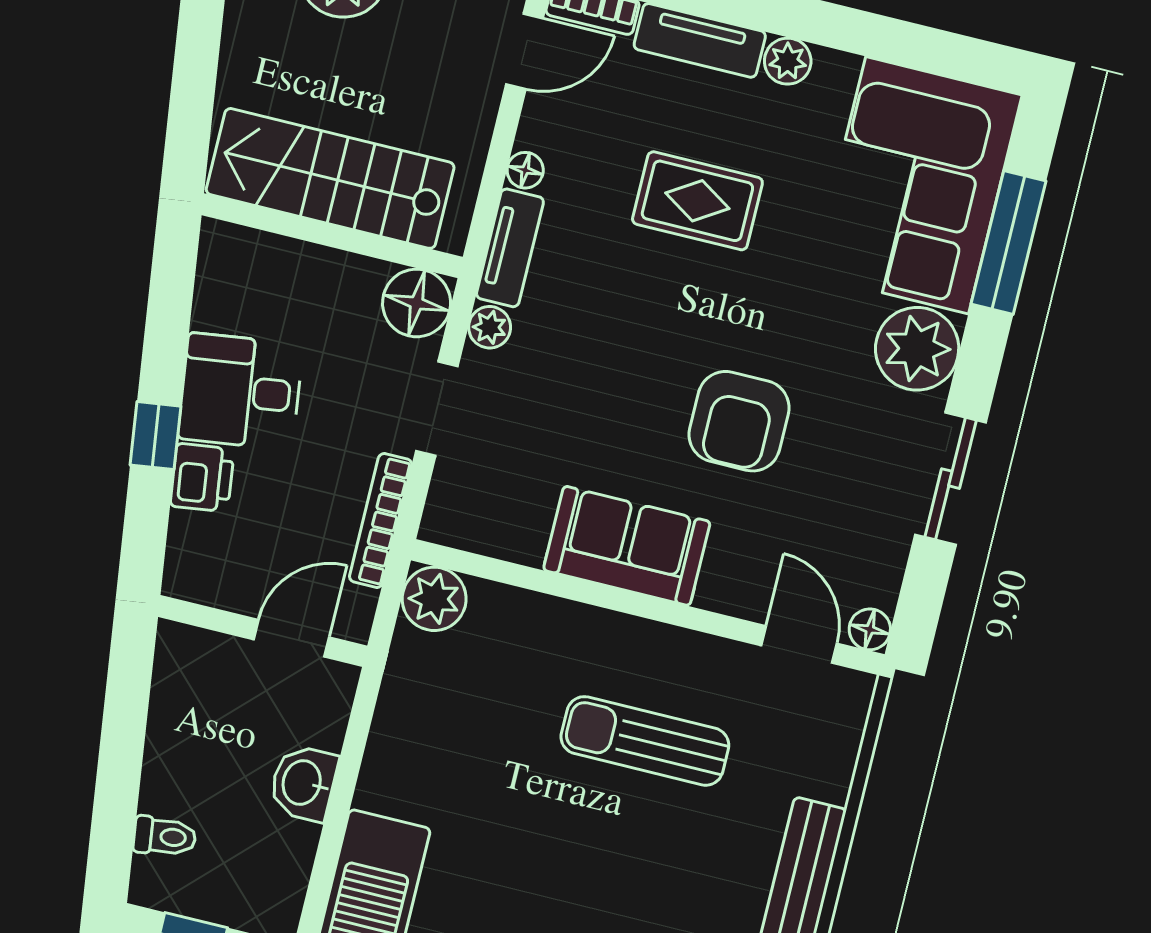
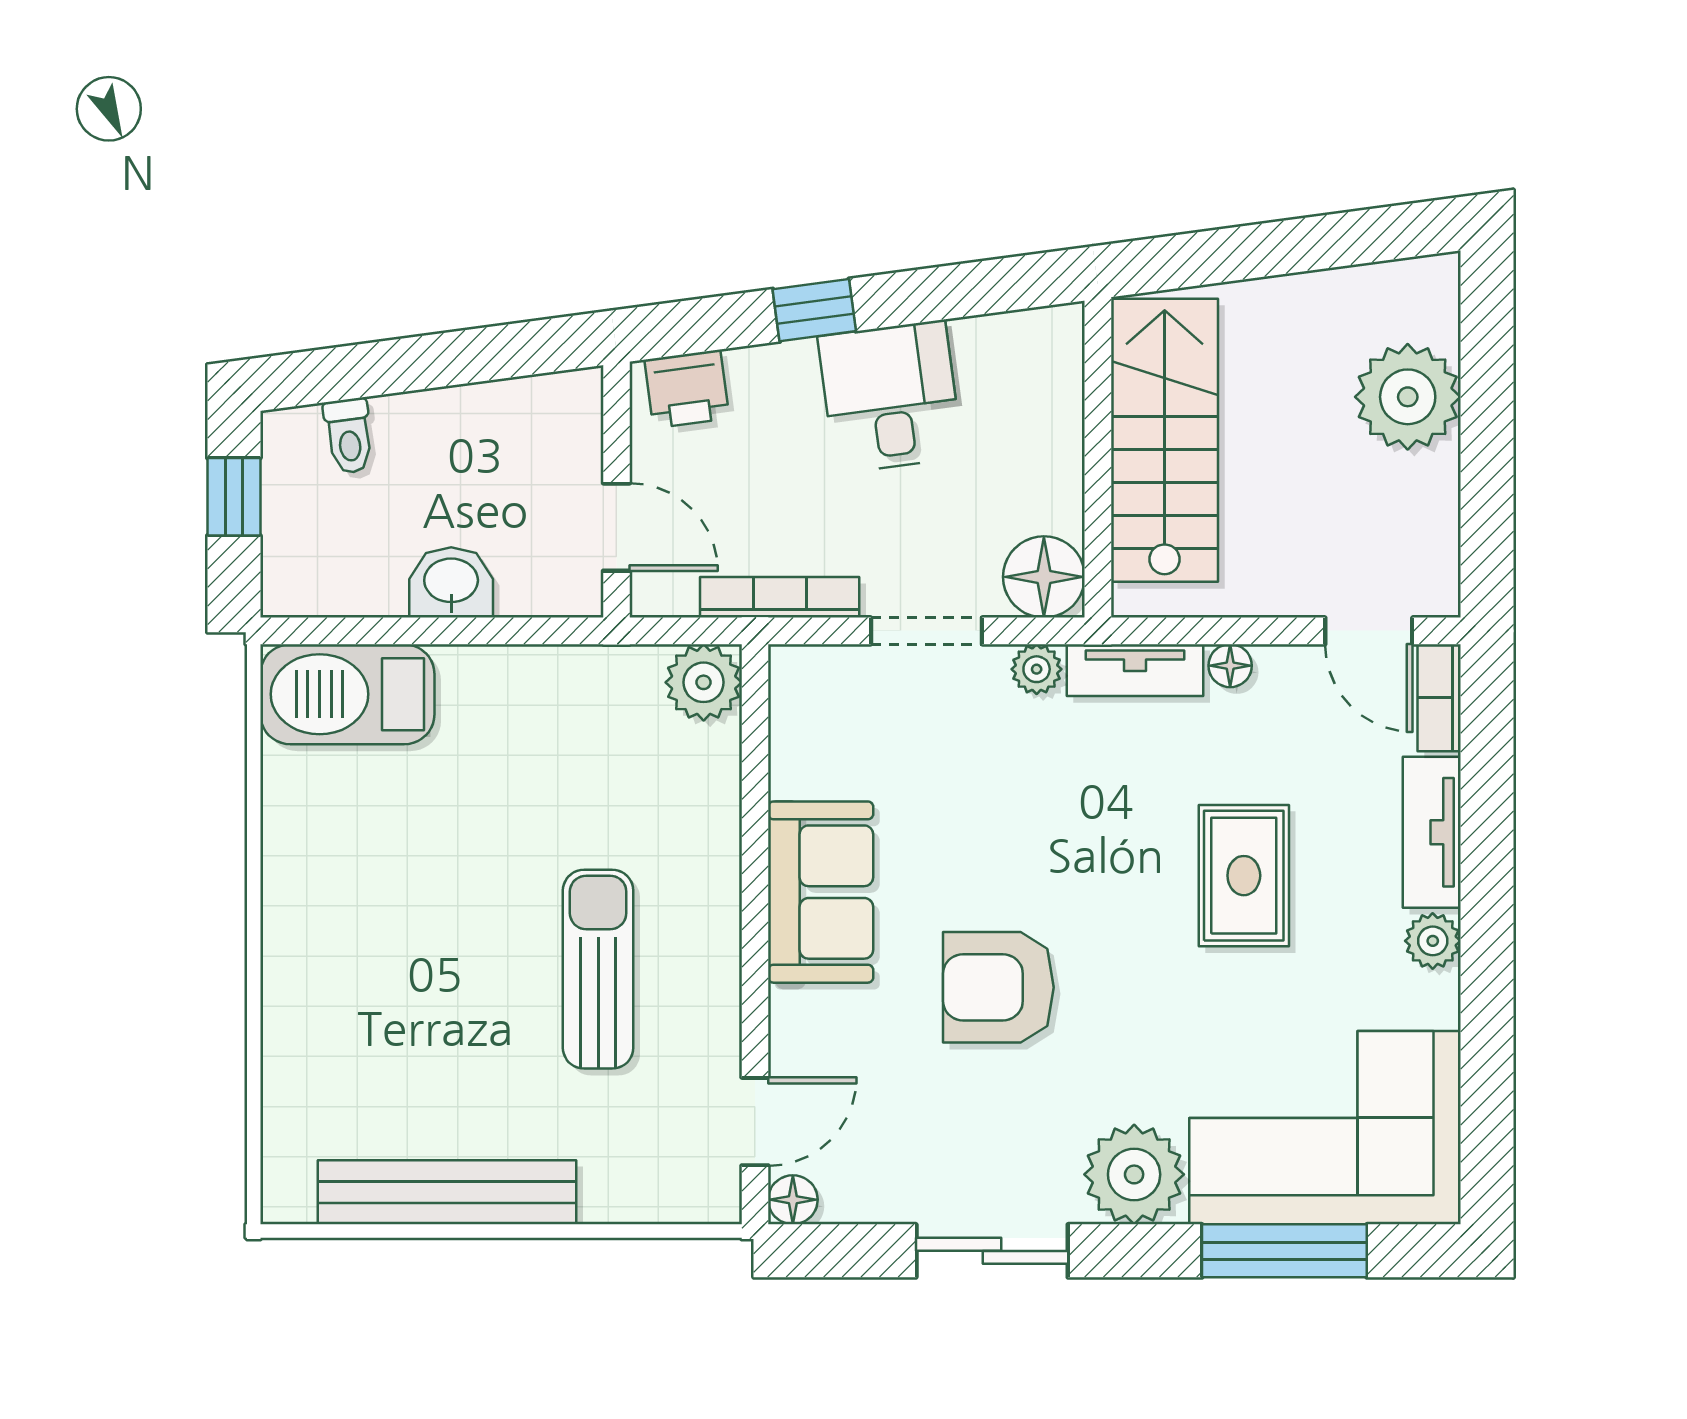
printer: (202, 478) -> (687, 389), moved

